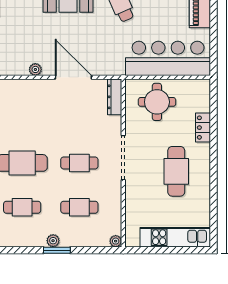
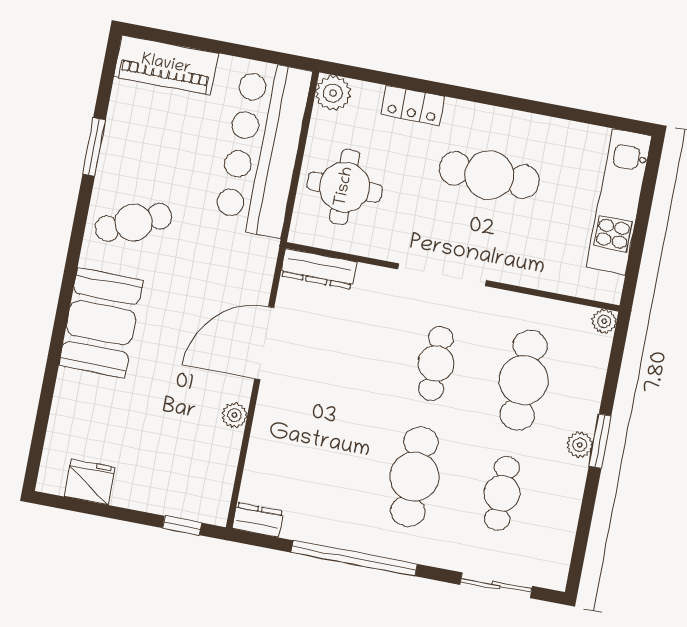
plant: (202, 88) -> (333, 93), added
cafe table: (79, 207) -> (524, 380), width x1.37, depth x1.35

